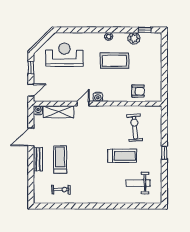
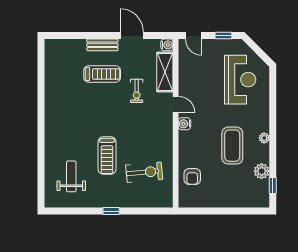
exercise bike: (61, 190) -> (137, 91), moved

